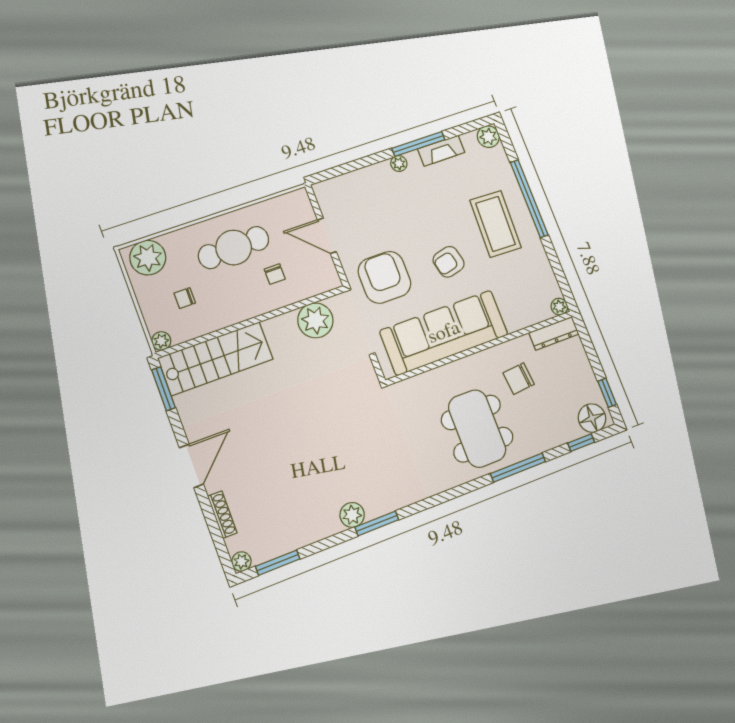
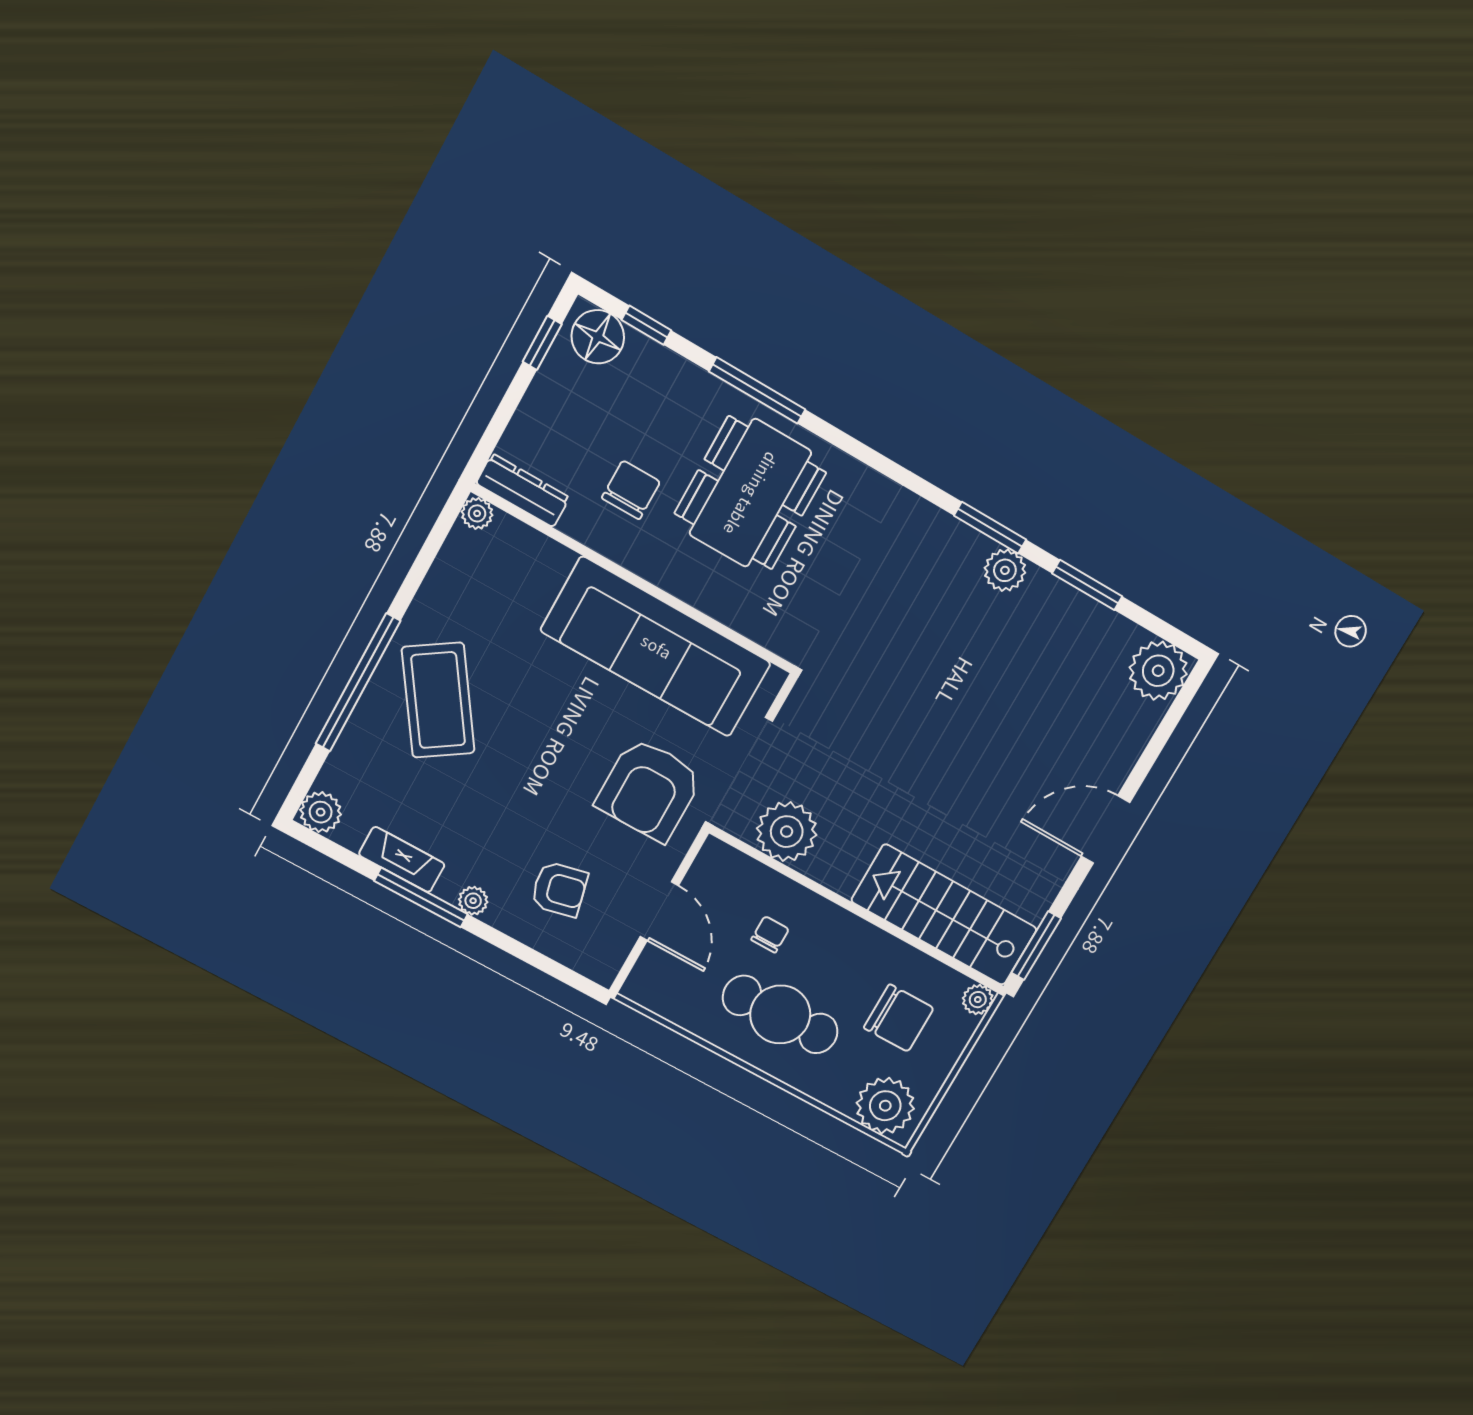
coffee table: (496, 224) -> (438, 700), turned -36
armchair: (449, 262) -> (559, 889), moved
chair: (185, 298) -> (899, 1018), width x1.87, depth x1.87
chair: (519, 379) -> (631, 490), turned -85
shoe rack: (222, 515) -> (1136, 739), removed
plant: (241, 561) -> (1158, 671), width x1.87, depth x1.87
window: (278, 563) -> (1087, 585), moved

